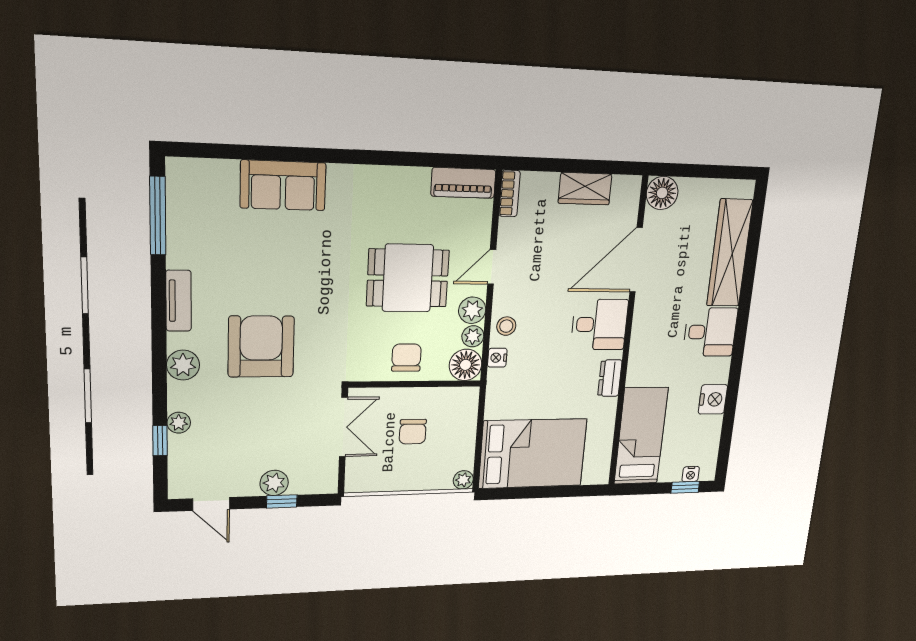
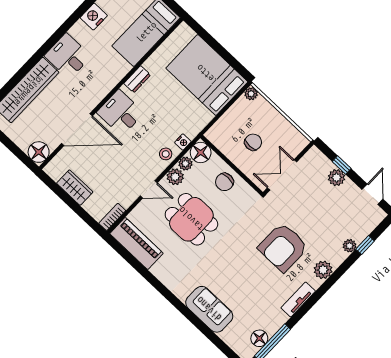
piano: (463, 183) -> (136, 243), width x1.37, depth x1.33
floor lamp: (181, 206) -> (259, 338), added

